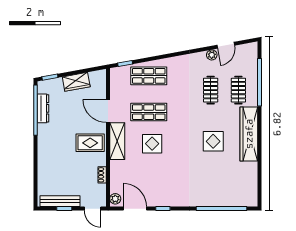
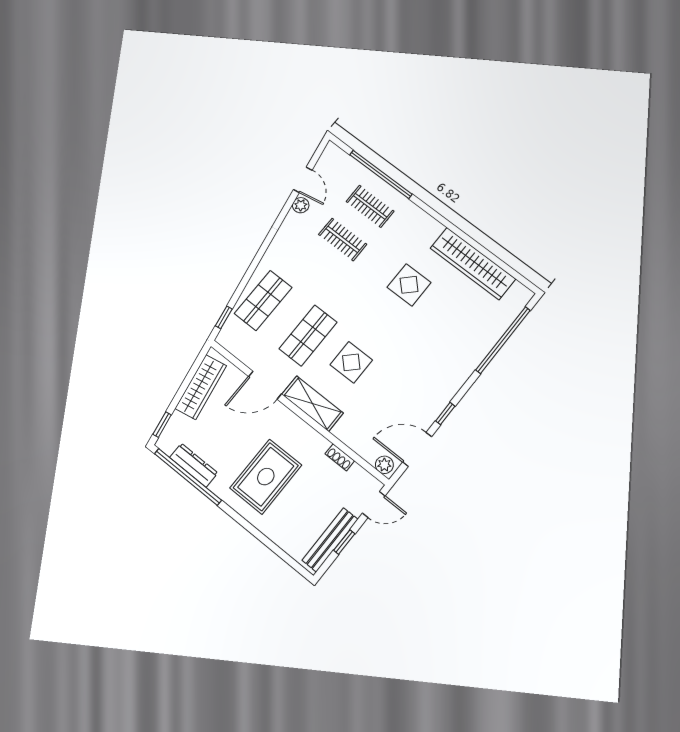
wardrobe: (76, 82) -> (201, 387), width x1.50
wardrobe: (249, 134) -> (473, 264), moved
rug: (90, 143) -> (266, 477), moved, width x1.36, depth x1.43

